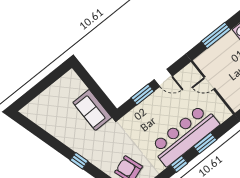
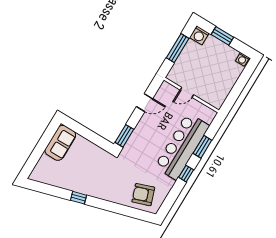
window: (143, 94) -> (124, 136), moved
sofa: (92, 110) -> (60, 143), moved, turned -90
window: (79, 161) -> (79, 198), moved

